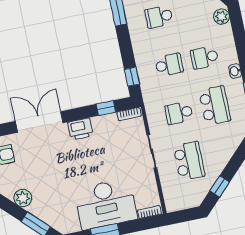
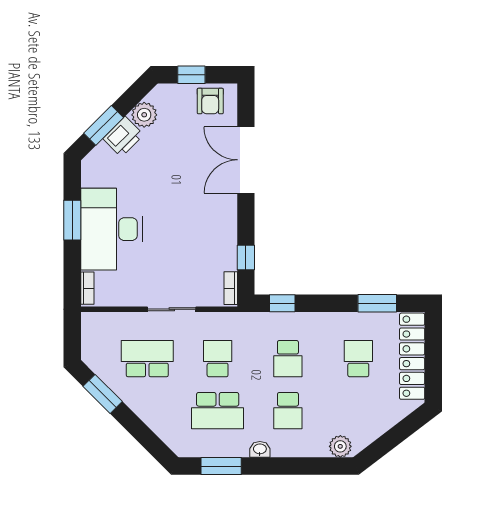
school desk: (205, 57) -> (288, 411), turned 180
double door: (39, 122) -> (246, 160), swing flipped
printer: (80, 129) -> (123, 137), moved, turned -135
school desk: (189, 161) -> (147, 359), turned 180
window: (220, 186) -> (103, 394), width x1.50

